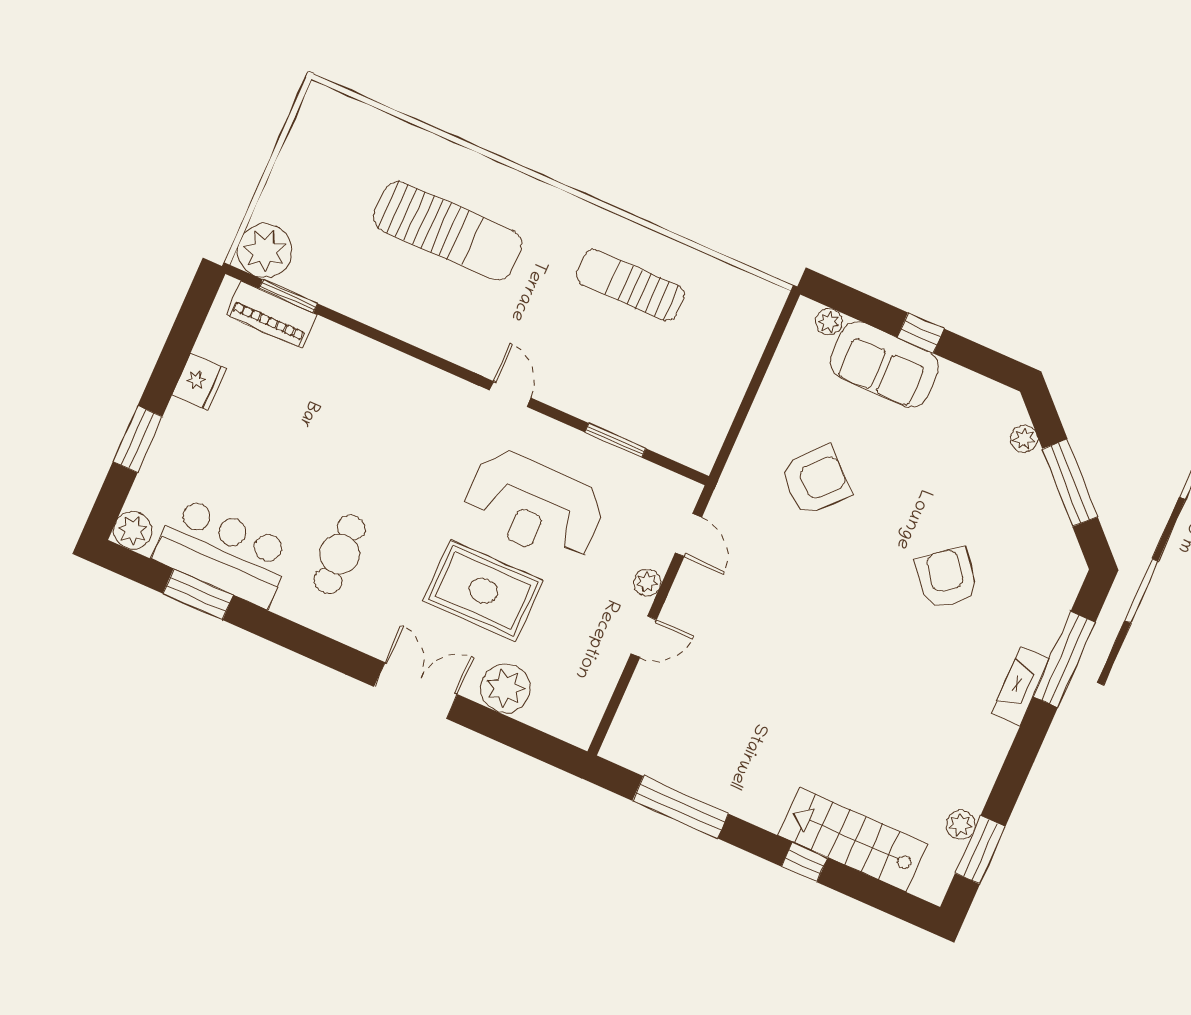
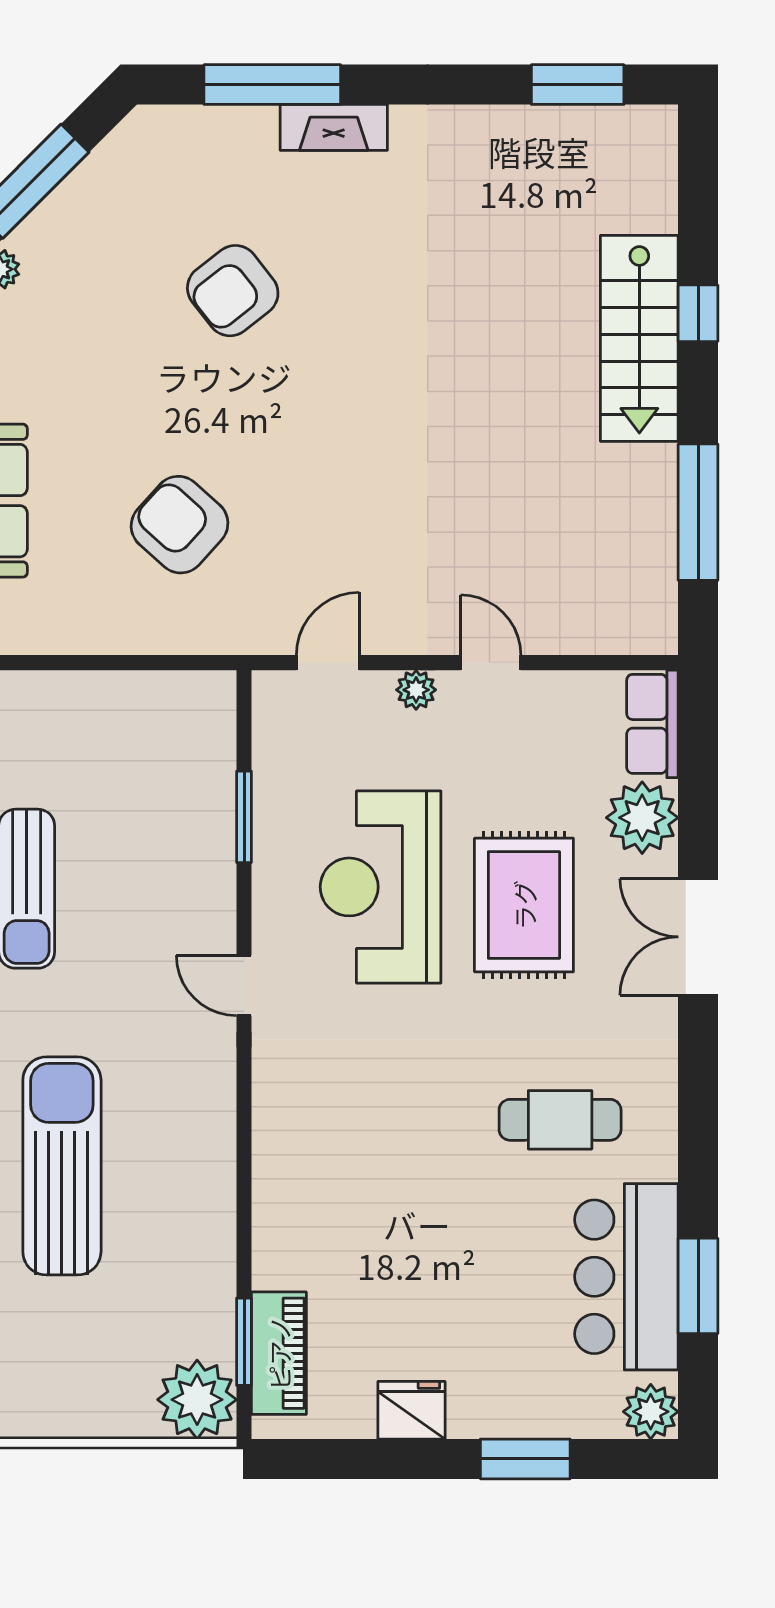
door: (510, 394) -> (244, 986), hinge flipped
reception desk: (534, 506) -> (381, 887), turned 180
row of seats: (561, 721) -> (652, 724), added
plant: (961, 825) -> (556, 126), removed
stairs: (853, 840) -> (639, 338), moved

